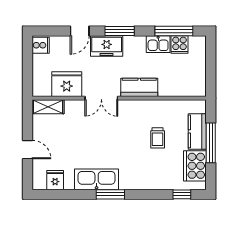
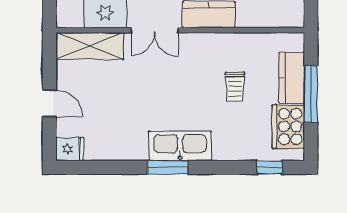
shelving: (48, 107) -> (90, 46), width x1.50, depth x1.33
kitchen sink: (97, 179) -> (180, 146), moved
fridge: (55, 180) -> (70, 149), moved, turned 90

